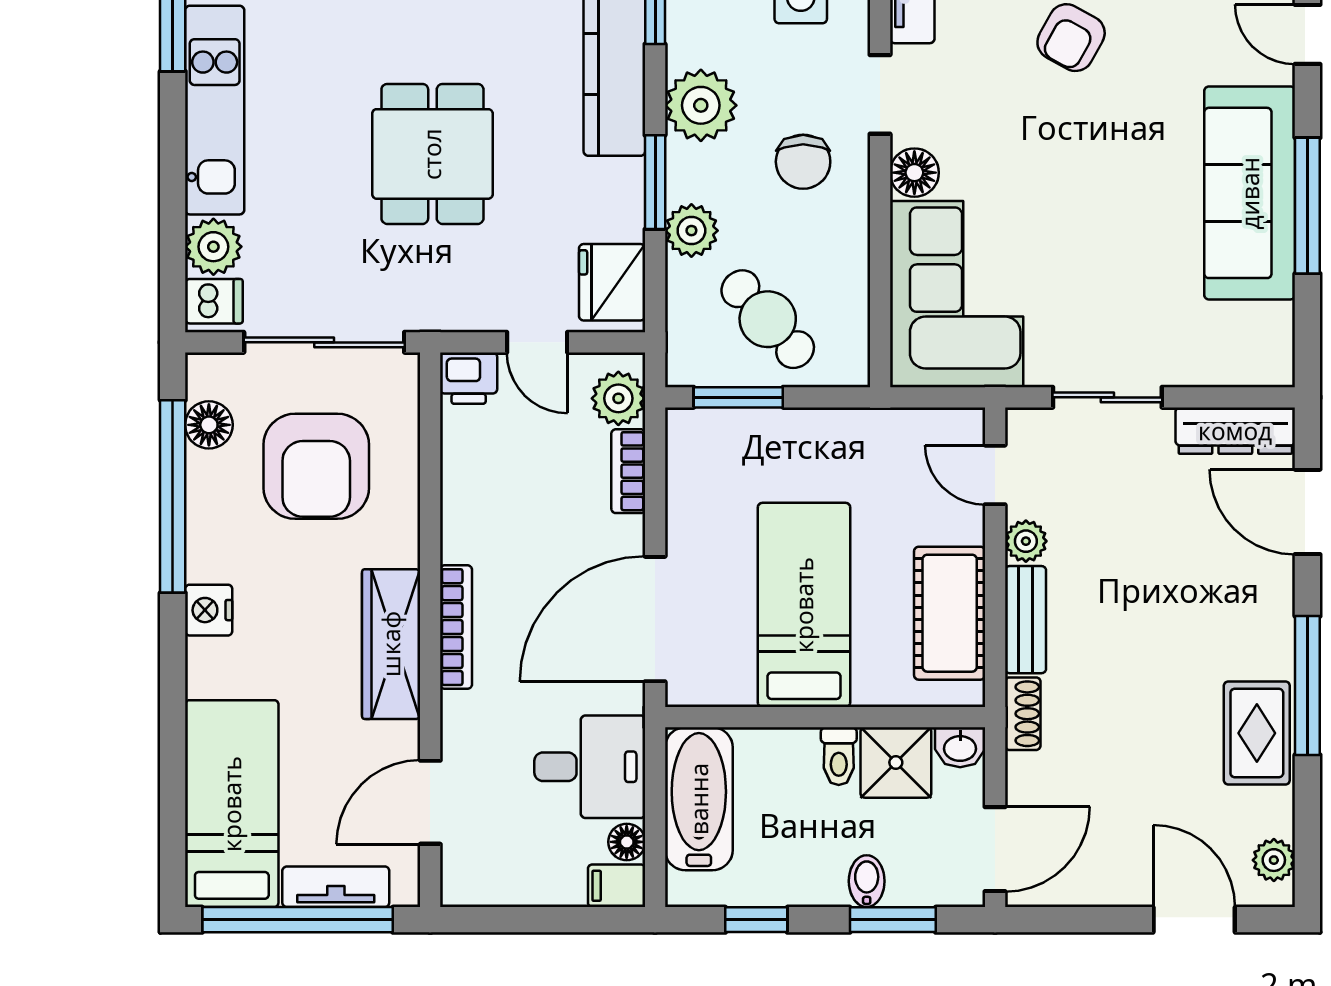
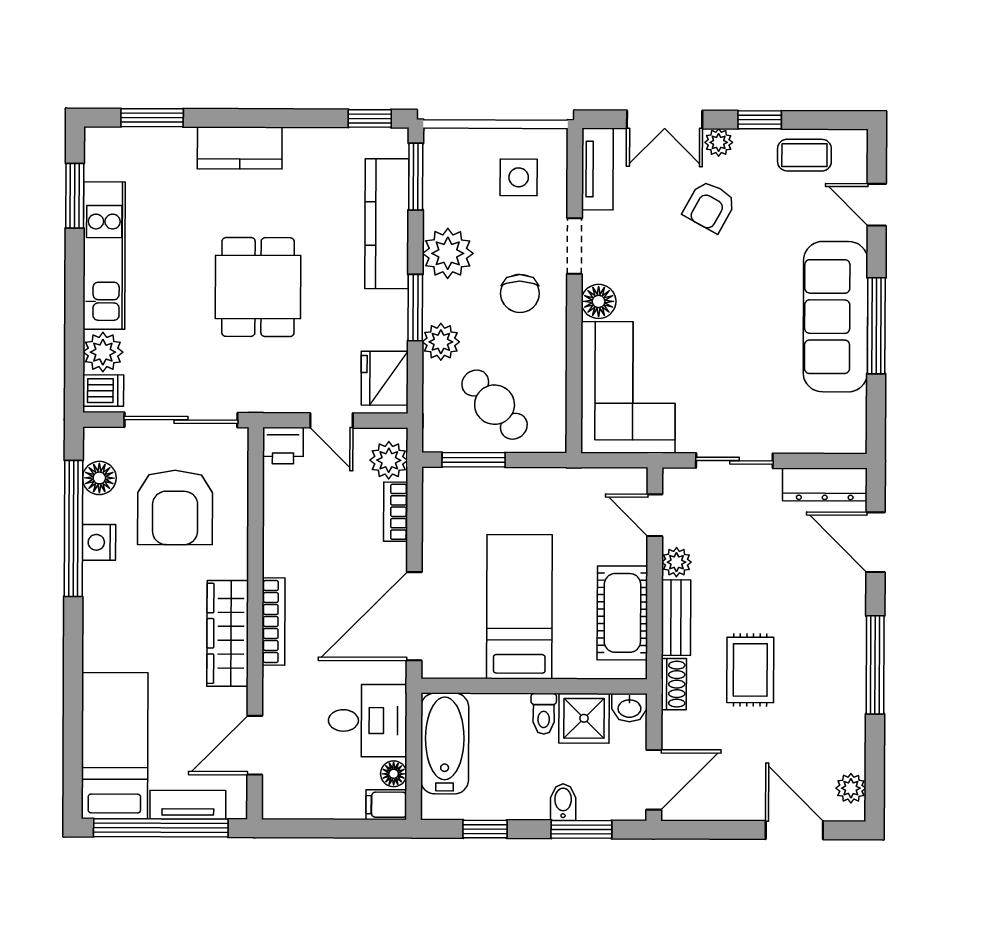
nightstand: (209, 610) -> (99, 542), moved
rug: (1257, 733) -> (750, 670), moved

